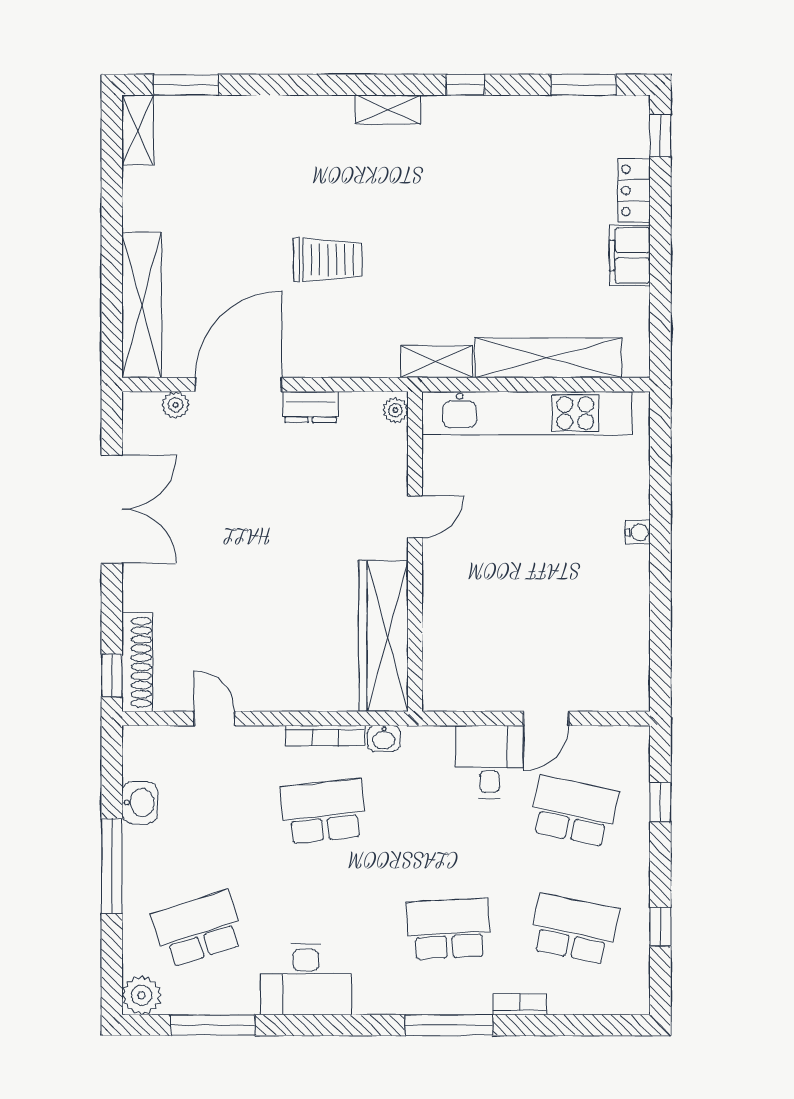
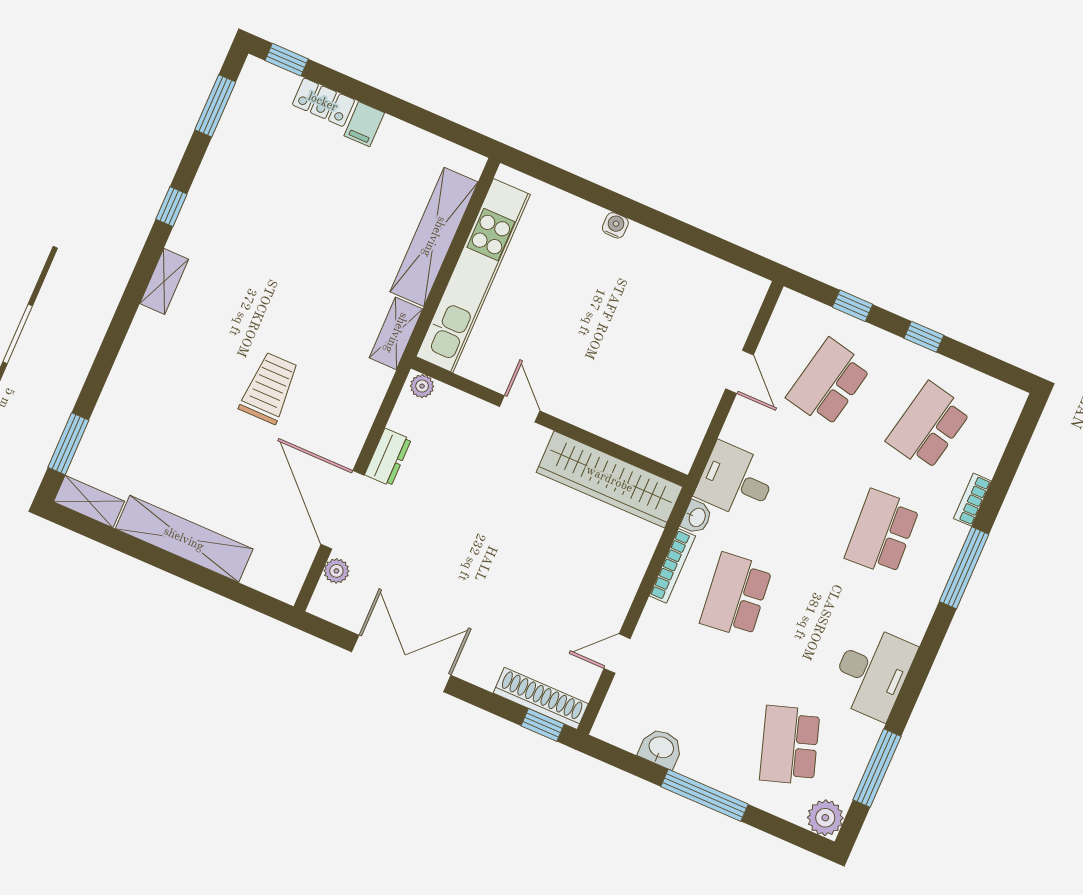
filing cabinet: (630, 255) -> (364, 124), width x0.50
shelving: (142, 305) -> (184, 539), moved
desk: (490, 762) -> (736, 481), moved
window: (660, 926) -> (924, 337), moved

